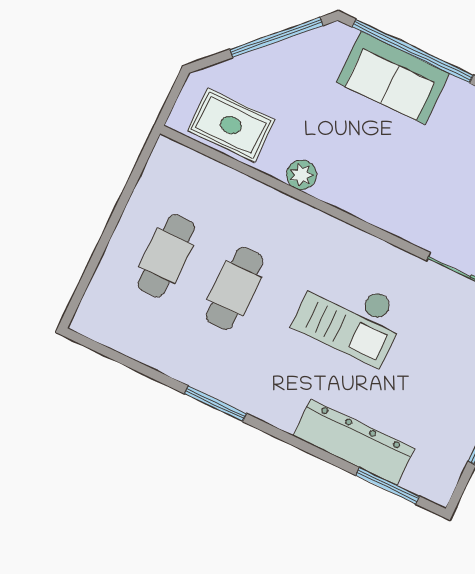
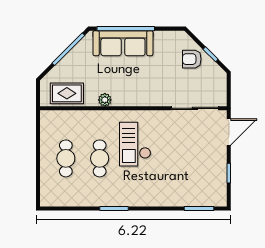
sofa: (393, 78) -> (123, 43), width x1.36
checkout: (350, 317) -> (135, 144), moved, turned 90
dresser: (354, 442) -> (177, 197), removed

